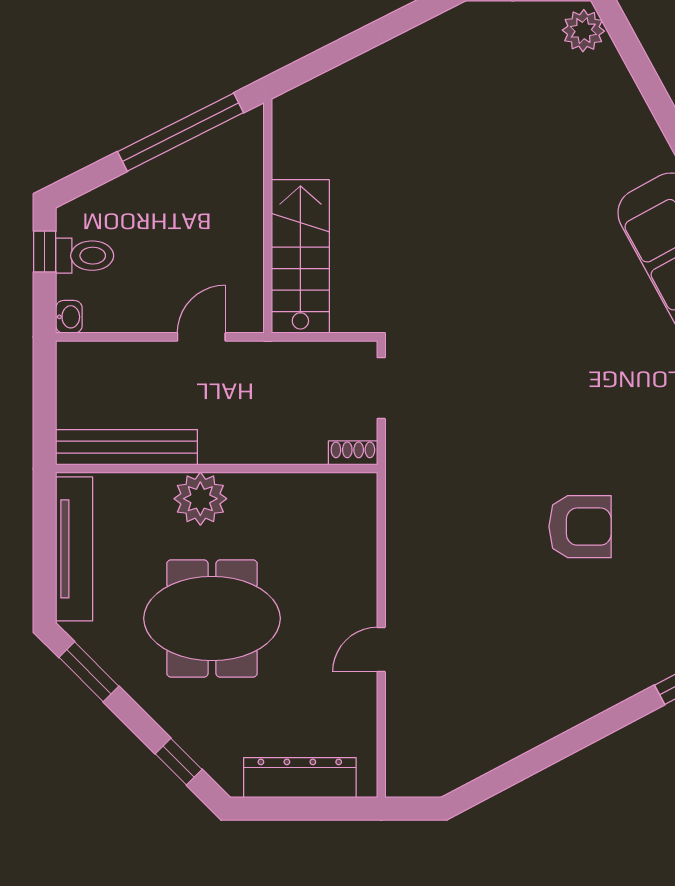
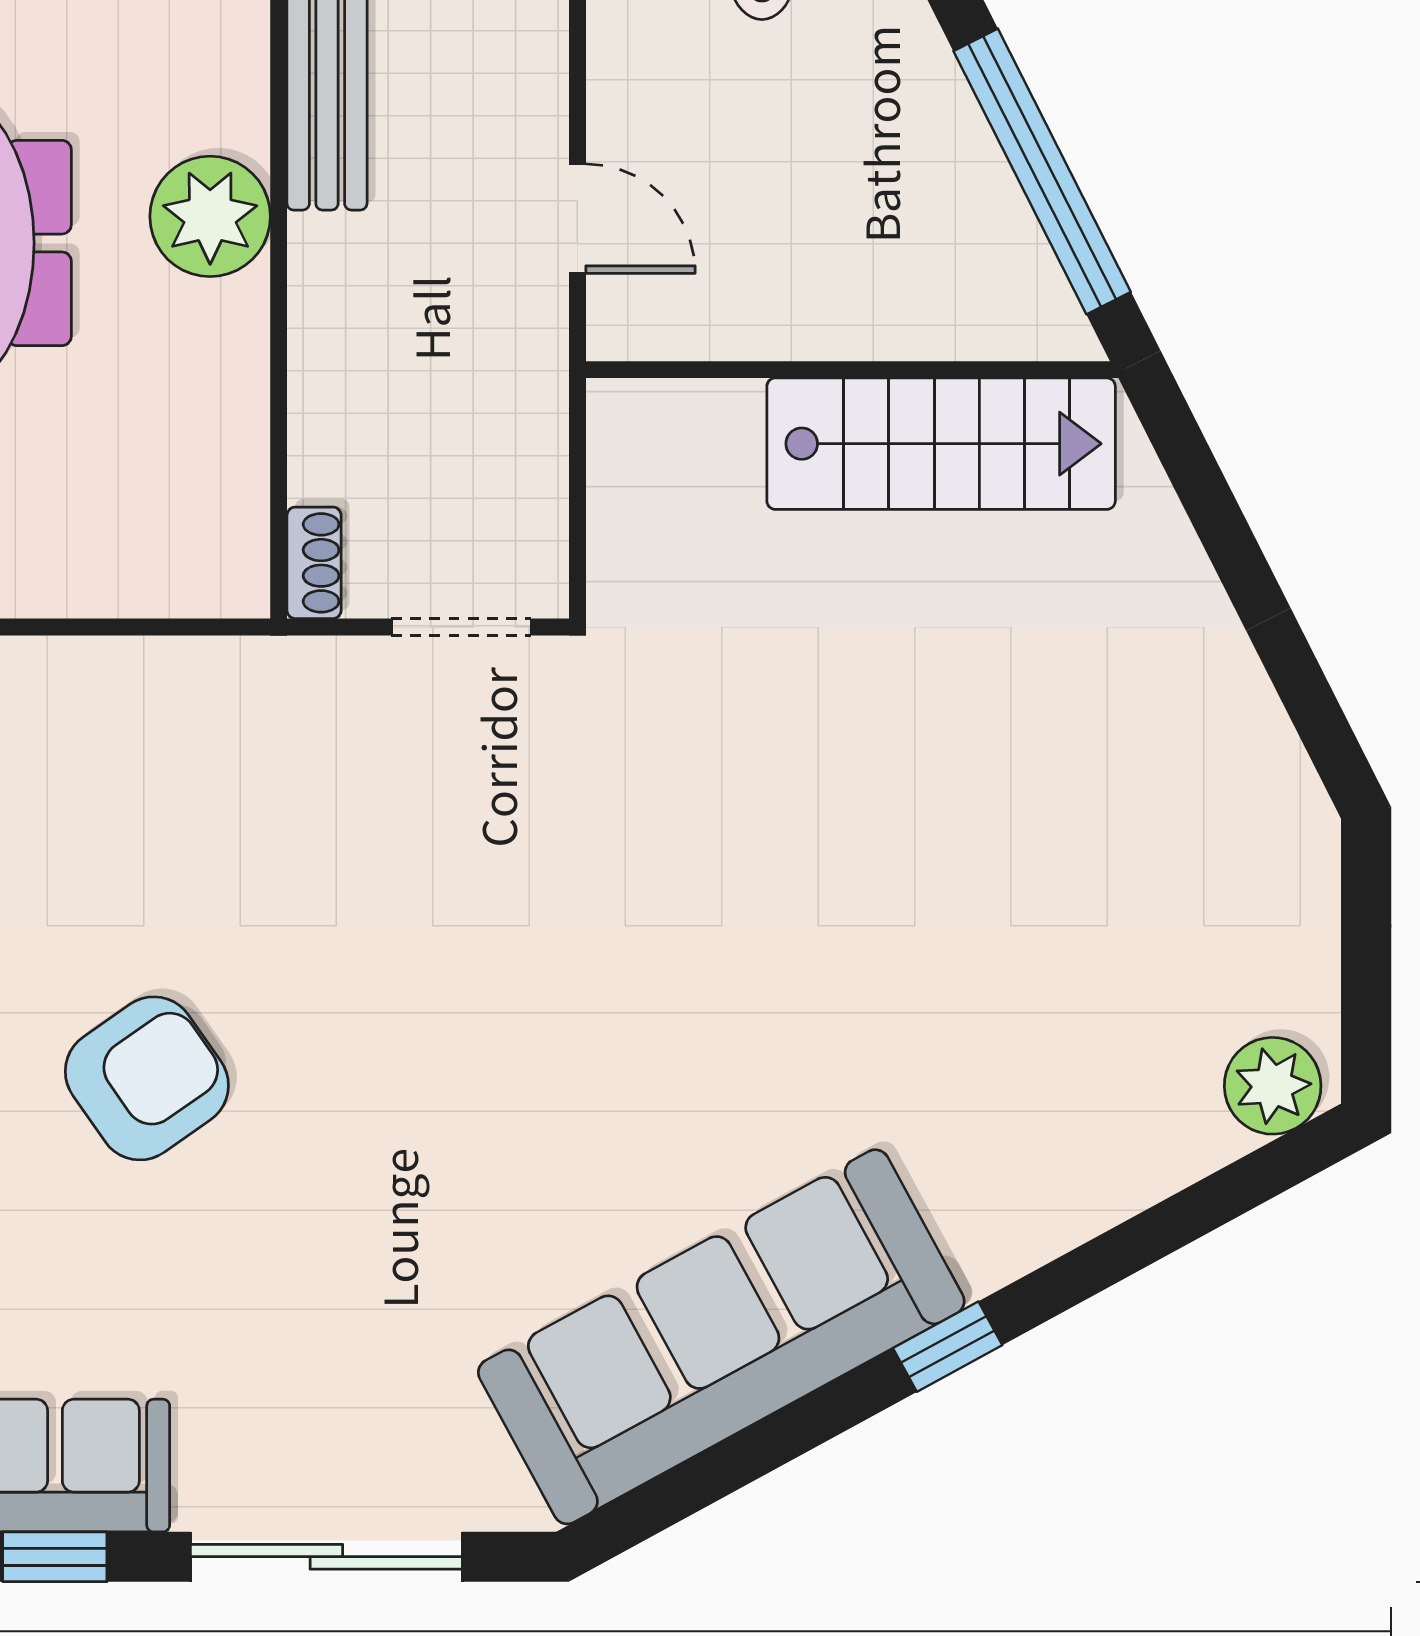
stairs: (300, 256) -> (941, 444), moved
armchair: (580, 527) -> (147, 1078), turned -125

